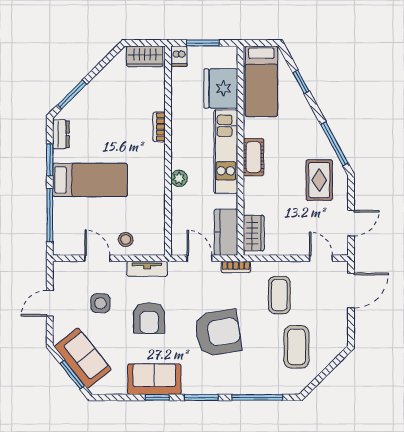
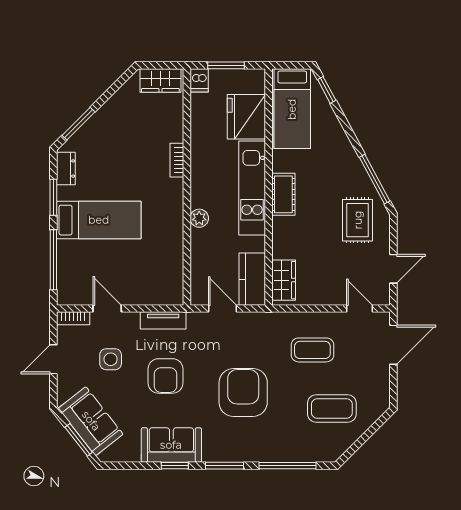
window: (301, 82) -> (327, 90), moved
stool: (126, 240) -> (139, 287), removed
bookcase: (236, 267) -> (73, 318), moved
coffee table: (279, 295) -> (312, 350), turned 90
armchair: (218, 333) -> (243, 393), turned -81
coffee table: (296, 347) -> (332, 409), turned 90

